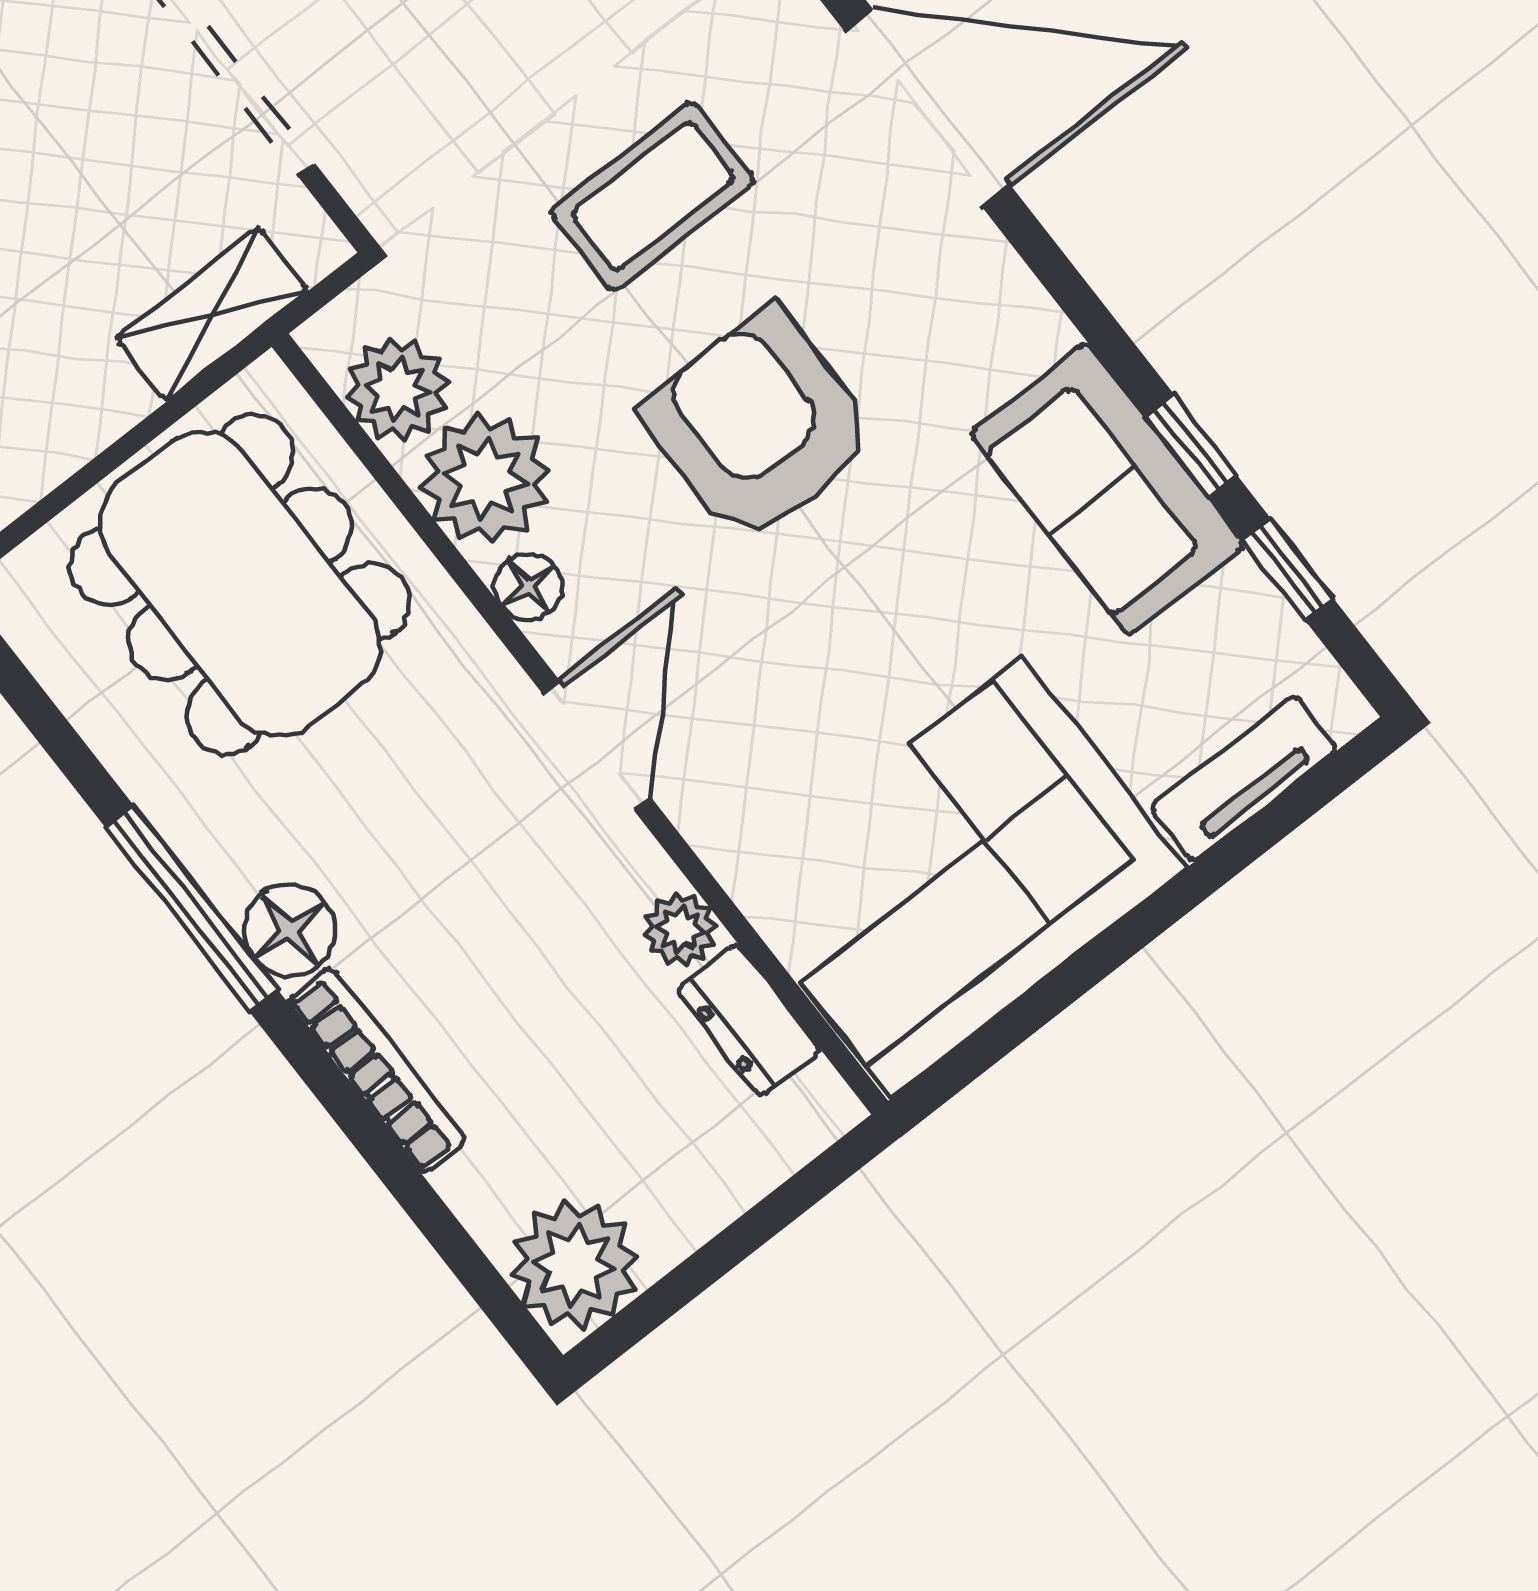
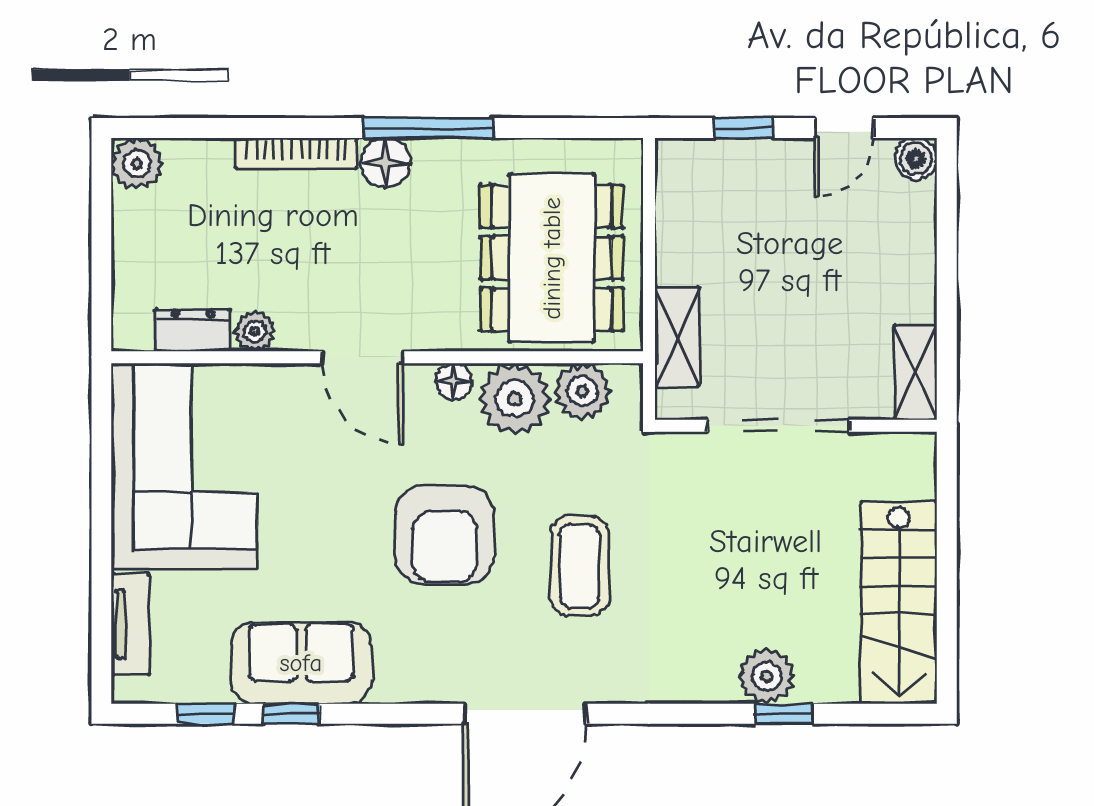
armchair: (760, 426) -> (445, 535), turned 90
dining table: (240, 584) -> (552, 258), turned 90
plant: (574, 1265) -> (137, 164), width x0.73, depth x0.73

